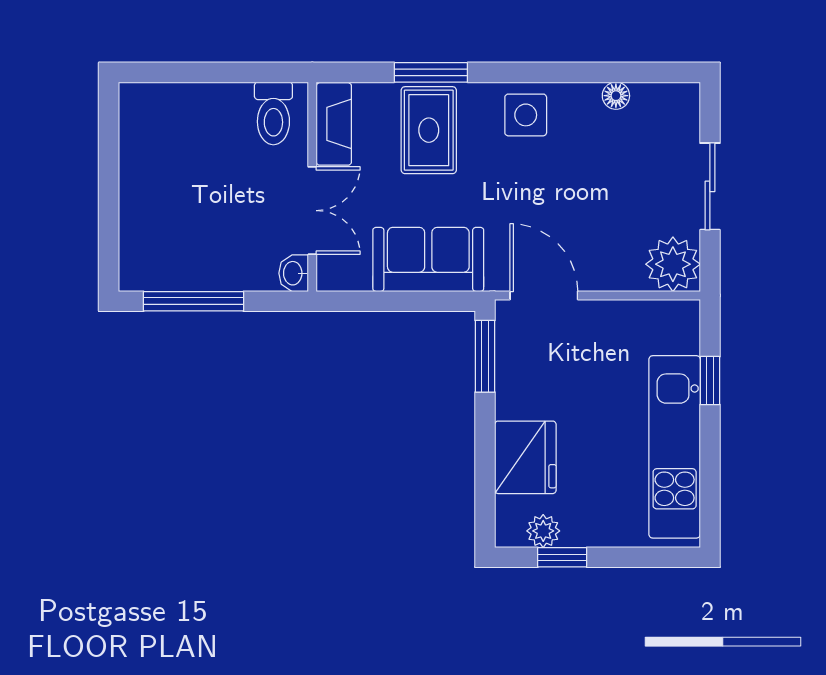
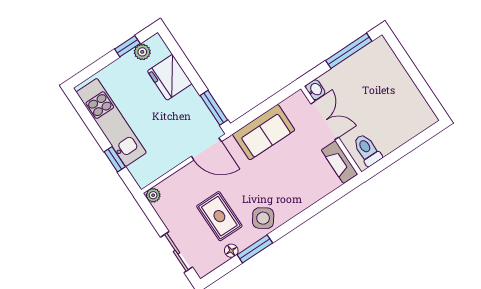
window: (431, 72) -> (255, 249), moved
side table: (526, 115) -> (263, 218), turned 35
rug: (429, 130) -> (219, 216), moved
sliding door: (710, 186) -> (177, 252), moved
double door: (312, 211) -> (325, 121), swing flipped
plant: (673, 264) -> (153, 195), width x0.53, depth x0.53

